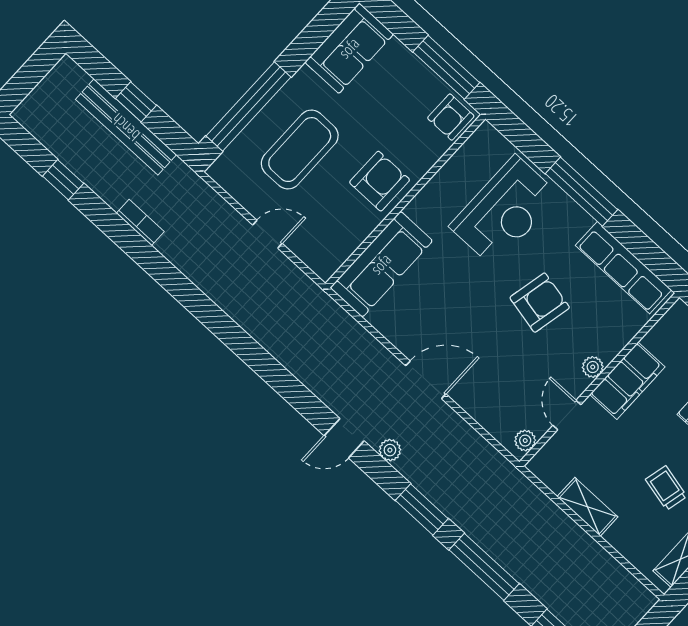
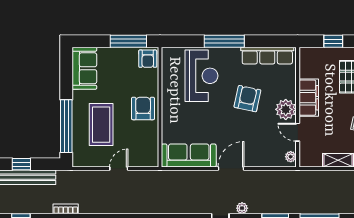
sofa: (381, 264) -> (189, 155), moved, turned -90
plant: (593, 367) -> (286, 109), width x1.87, depth x1.87

